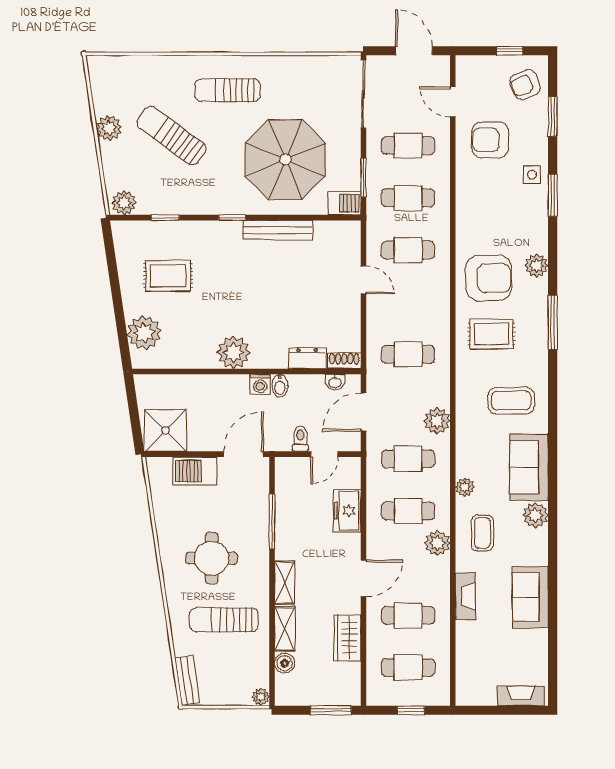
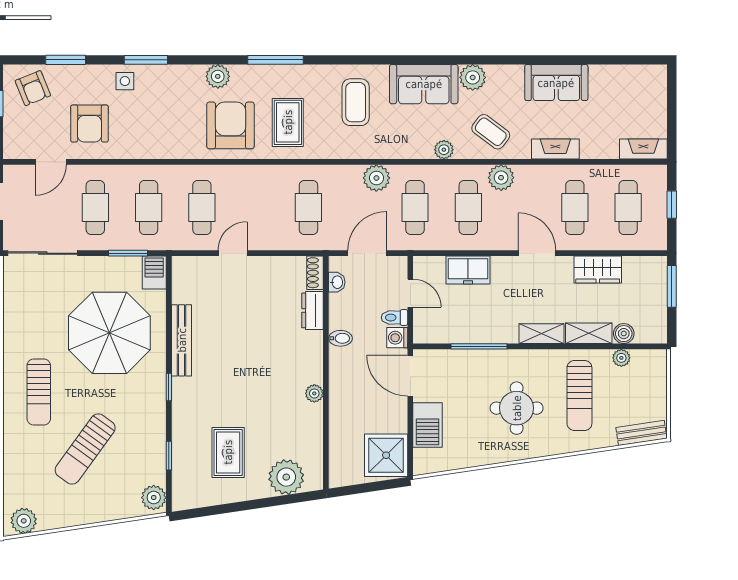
plant: (109, 128) -> (24, 521), moved
plant: (234, 352) -> (314, 393), width x0.53, depth x0.53
washing machine: (260, 384) -> (397, 338), moved, turned 180
door: (363, 412) -> (367, 253), swing flipped
coffee table: (482, 533) -> (491, 132), turned 37
fireplace: (521, 696) -> (643, 149), moved, turned 90
plant: (261, 697) -> (621, 358), moved

